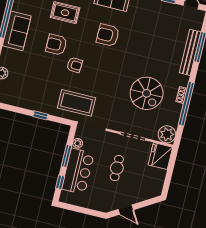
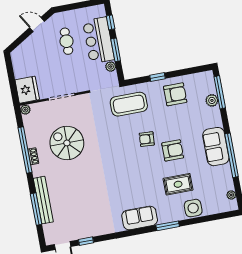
armchair: (108, 35) -> (175, 94), moved
plant: (167, 134) -> (25, 110), width x0.53, depth x0.53
cafe table: (117, 168) -> (66, 41), moved

